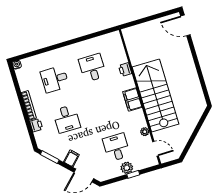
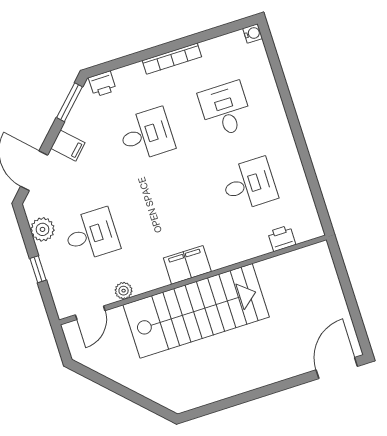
printer: (125, 70) -> (282, 238), moved
desk: (67, 119) -> (146, 134), turned 180
printer: (36, 125) -> (102, 84), moved
plant: (127, 168) -> (43, 229), moved

